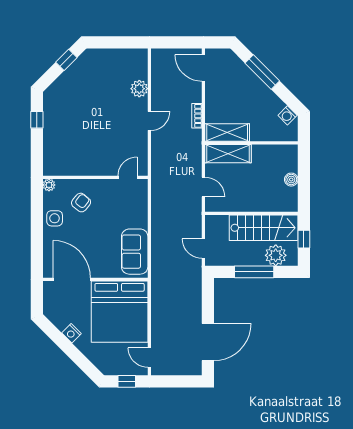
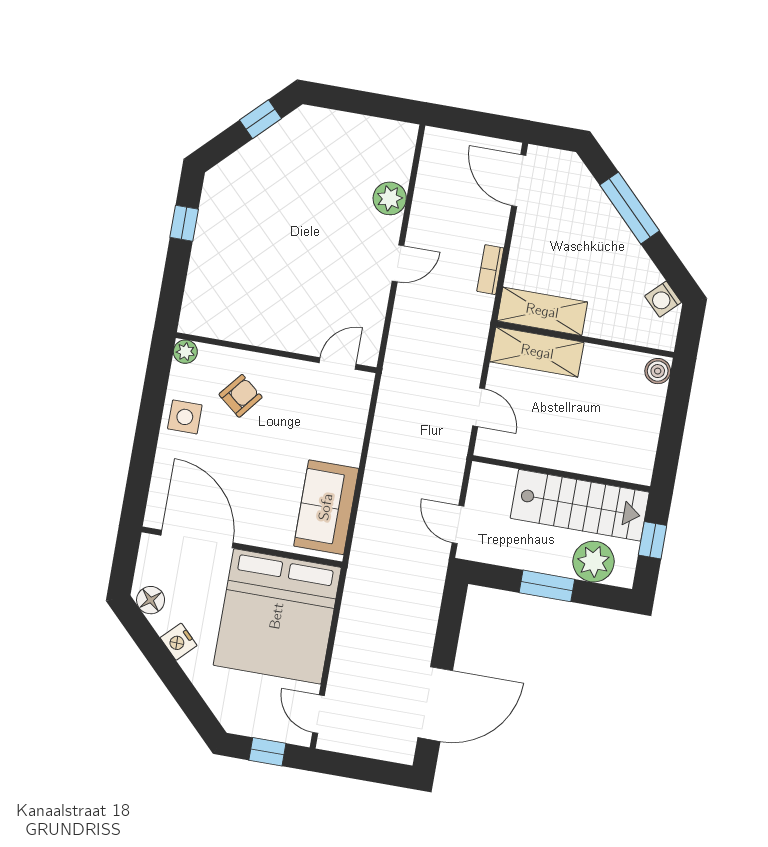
boiler: (291, 180) -> (658, 371), moved
window: (254, 272) -> (547, 586), width x0.69
floor lamp: (54, 315) -> (151, 600), added

